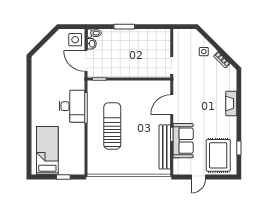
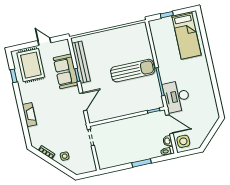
desk: (72, 106) -> (177, 96), moved
sun lounger: (112, 126) -> (133, 71), turned -90
door: (199, 177) -> (44, 42), hinge flipped

